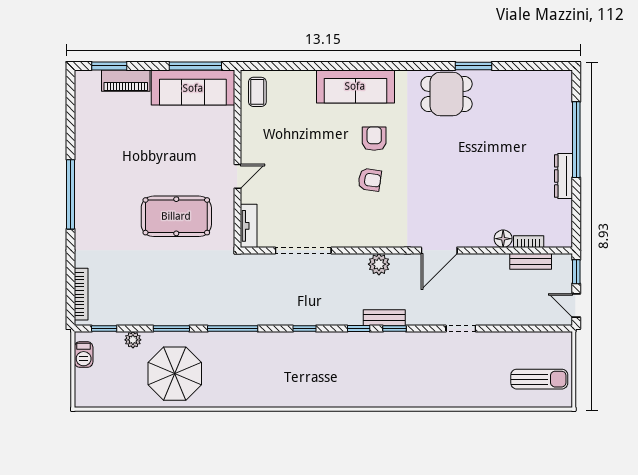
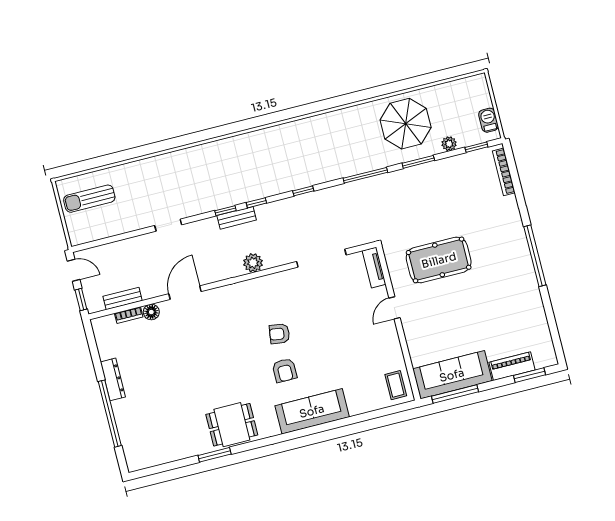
door: (439, 250) -> (185, 293), moved

